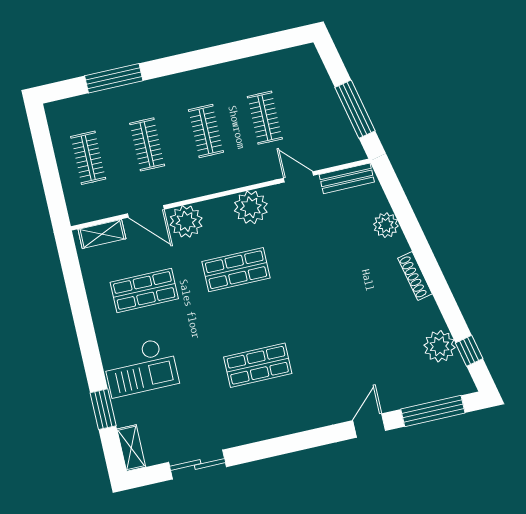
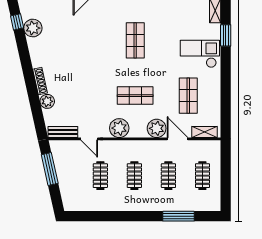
shoe rack: (415, 276) -> (40, 81), moved
shop shelf: (144, 291) -> (188, 96), turned 90
shop shelf: (258, 365) -> (135, 40), turned 90

